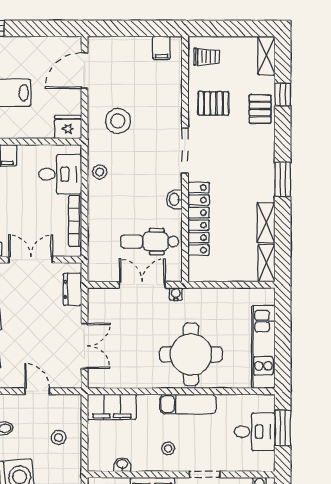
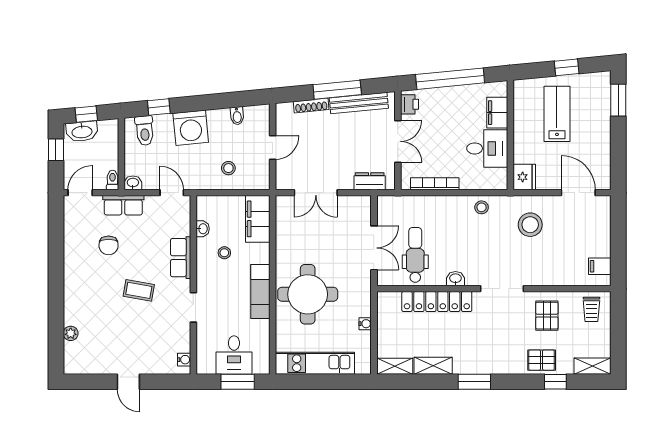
desk: (60, 174) -> (487, 148), moved, turned -90
water cooler: (176, 294) -> (365, 324), moved
stool: (168, 448) -> (224, 253), moved

